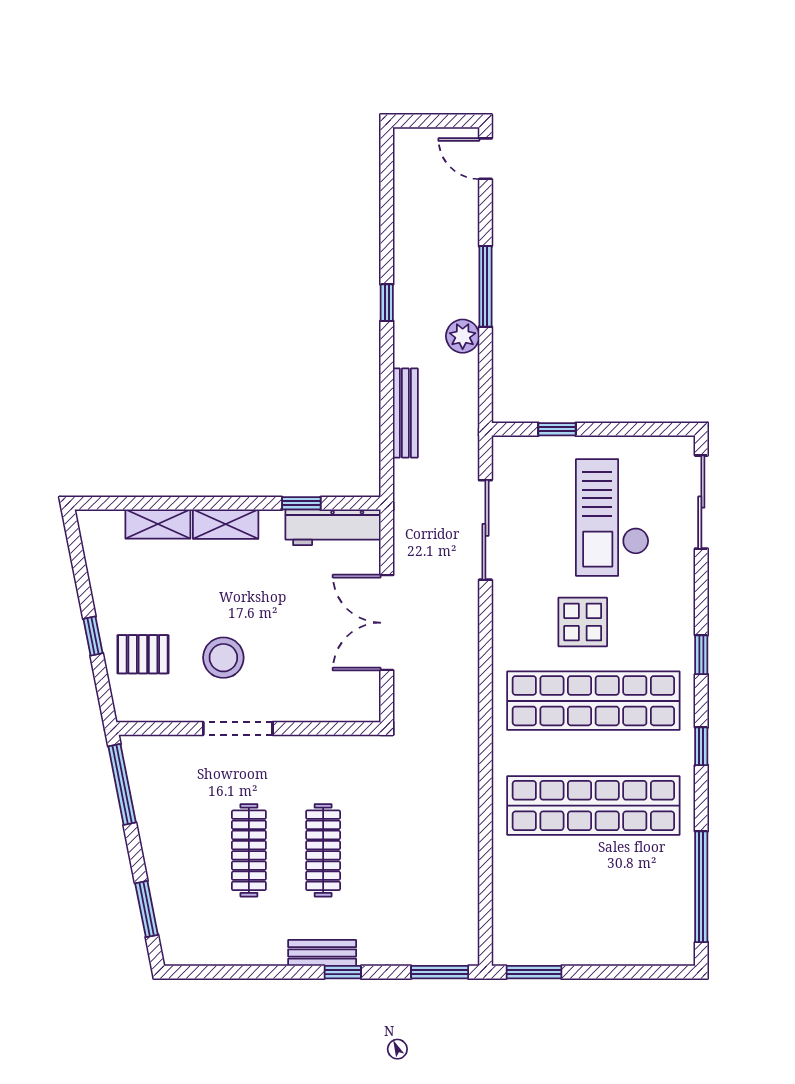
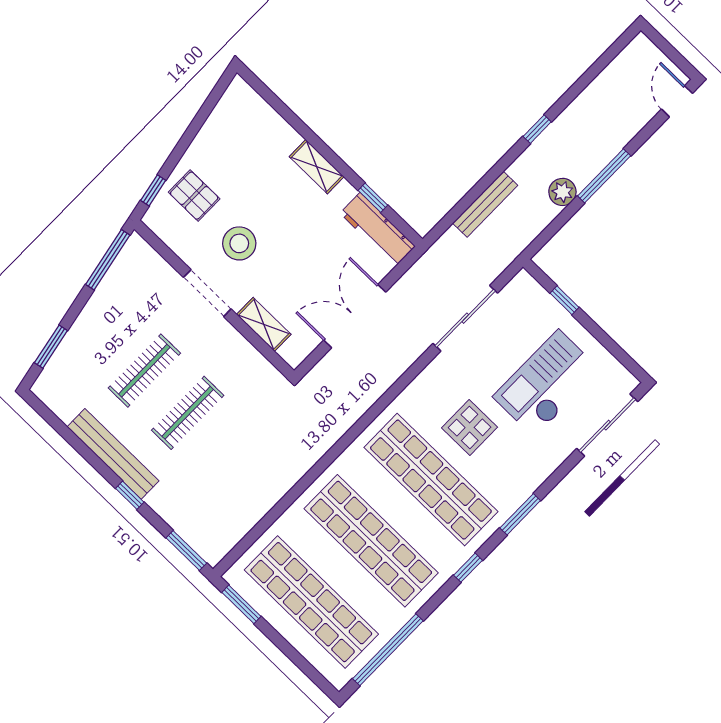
shelving: (158, 524) -> (264, 324), moved
window: (93, 636) -> (153, 190), moved
window: (701, 655) -> (520, 514), width x1.50
shop shelf: (593, 910) -> (311, 602), added
bench: (322, 953) -> (113, 454), width x1.86, depth x1.21

